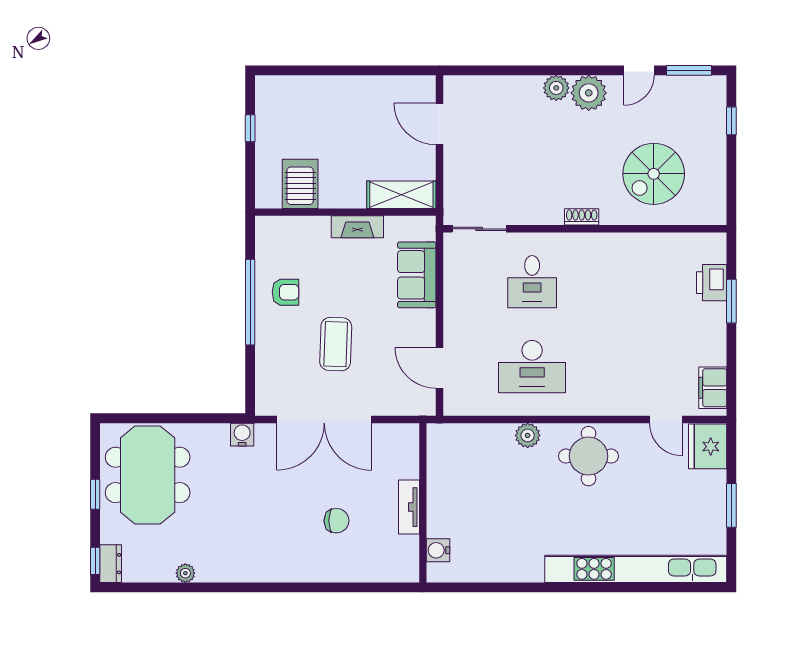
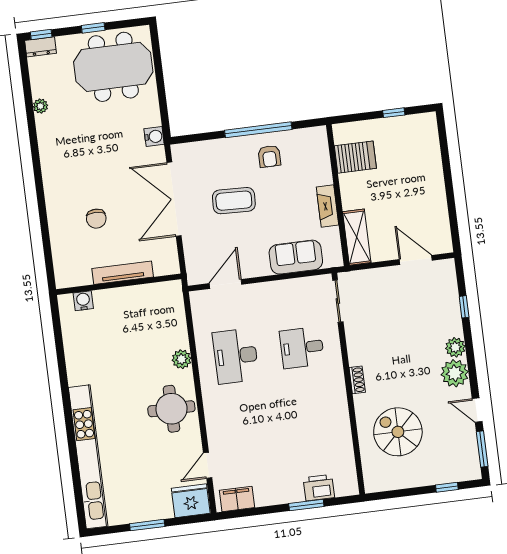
window: (506, 70) -> (464, 307), added
door: (440, 124) -> (416, 260), hinge flipped
tv unit: (409, 507) -> (123, 273), width x1.41

